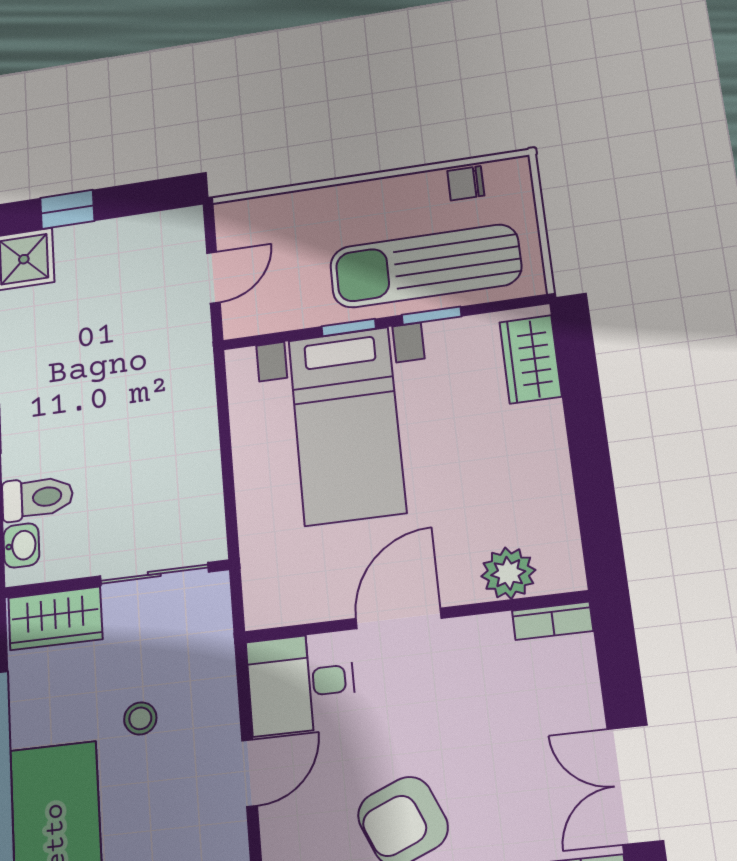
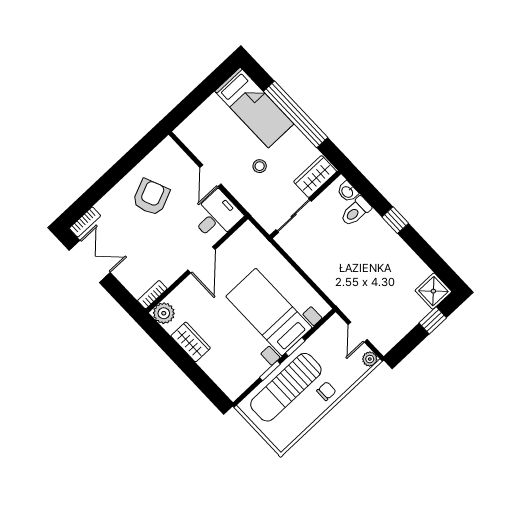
chair: (466, 183) -> (326, 391), moved
plant: (231, 216) -> (370, 359), added
sun lounger: (425, 266) -> (286, 387), turned 180
wardrobe: (531, 359) -> (191, 342), moved
plant: (508, 573) -> (164, 313), moved

